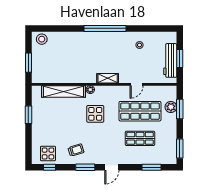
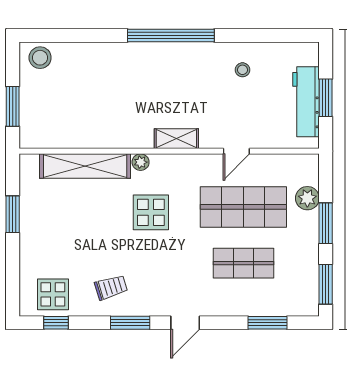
window: (180, 109) -> (326, 223), moved

